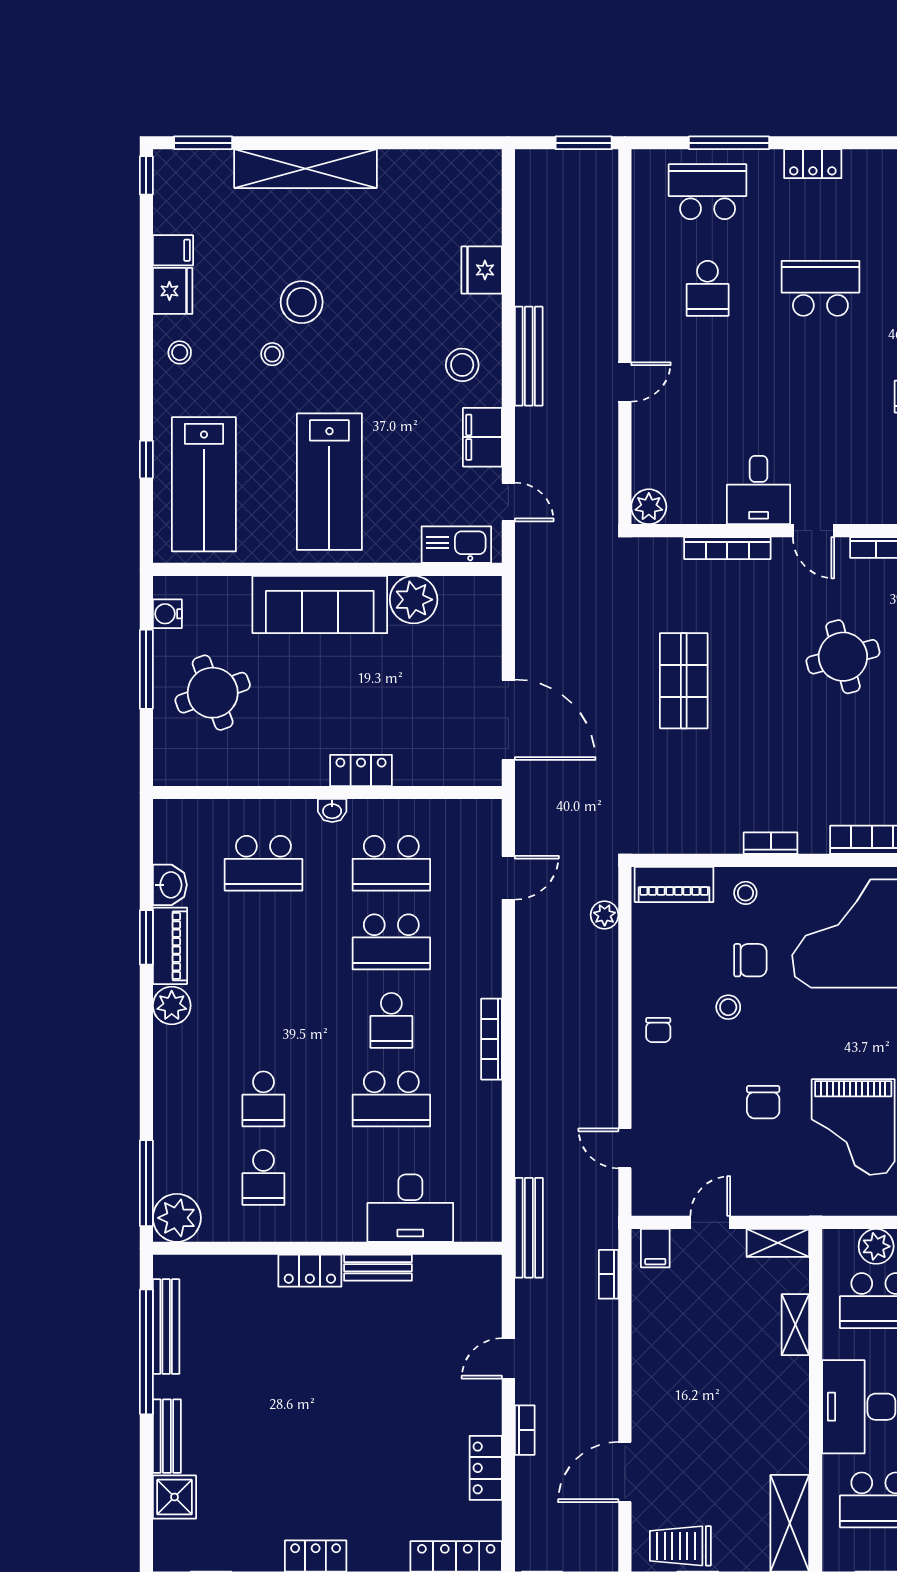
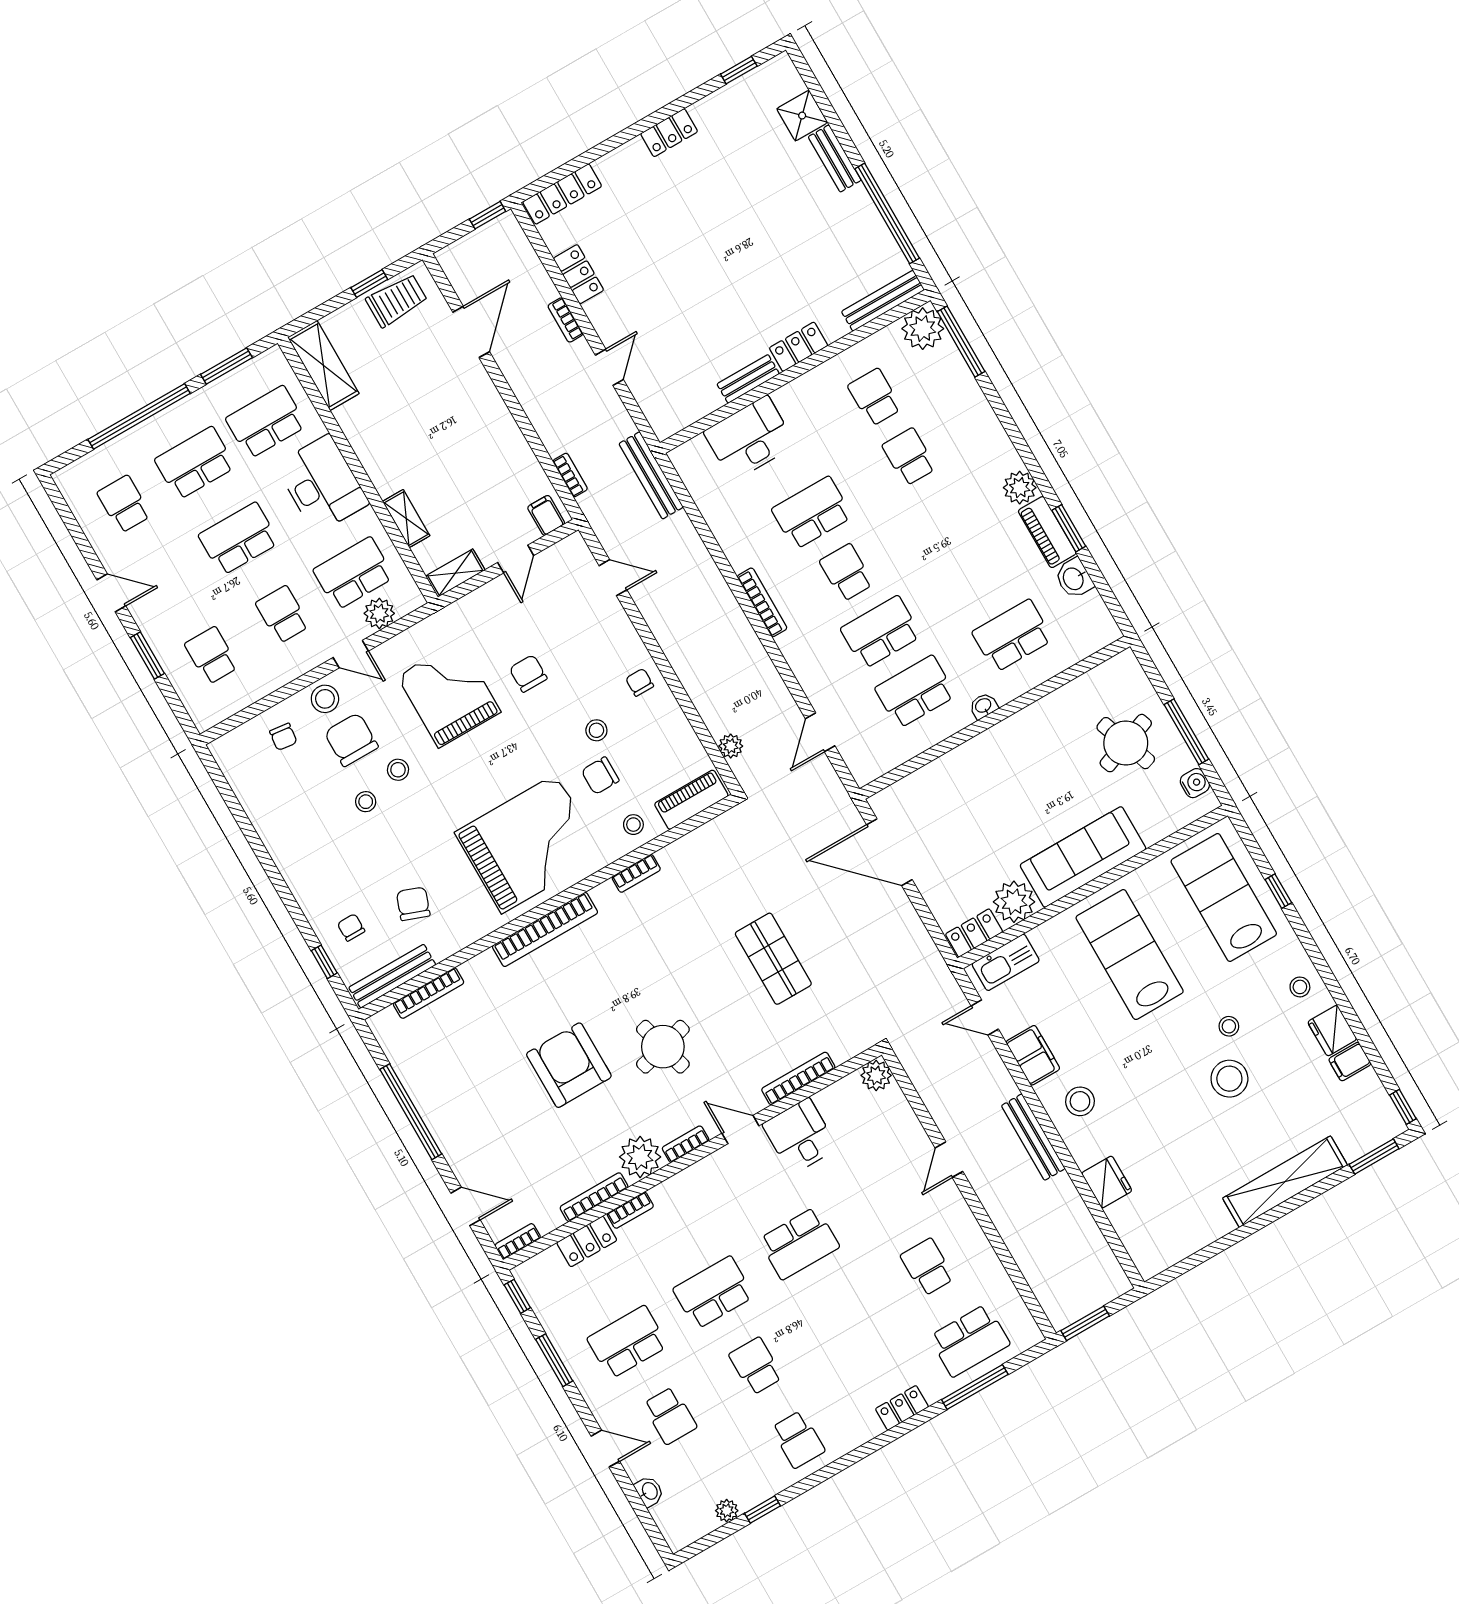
school desk: (820, 288) -> (799, 1243), moved
locker: (361, 770) -> (974, 933), moved, turned 180
bench: (166, 1327) -> (883, 301), moved, turned 90

